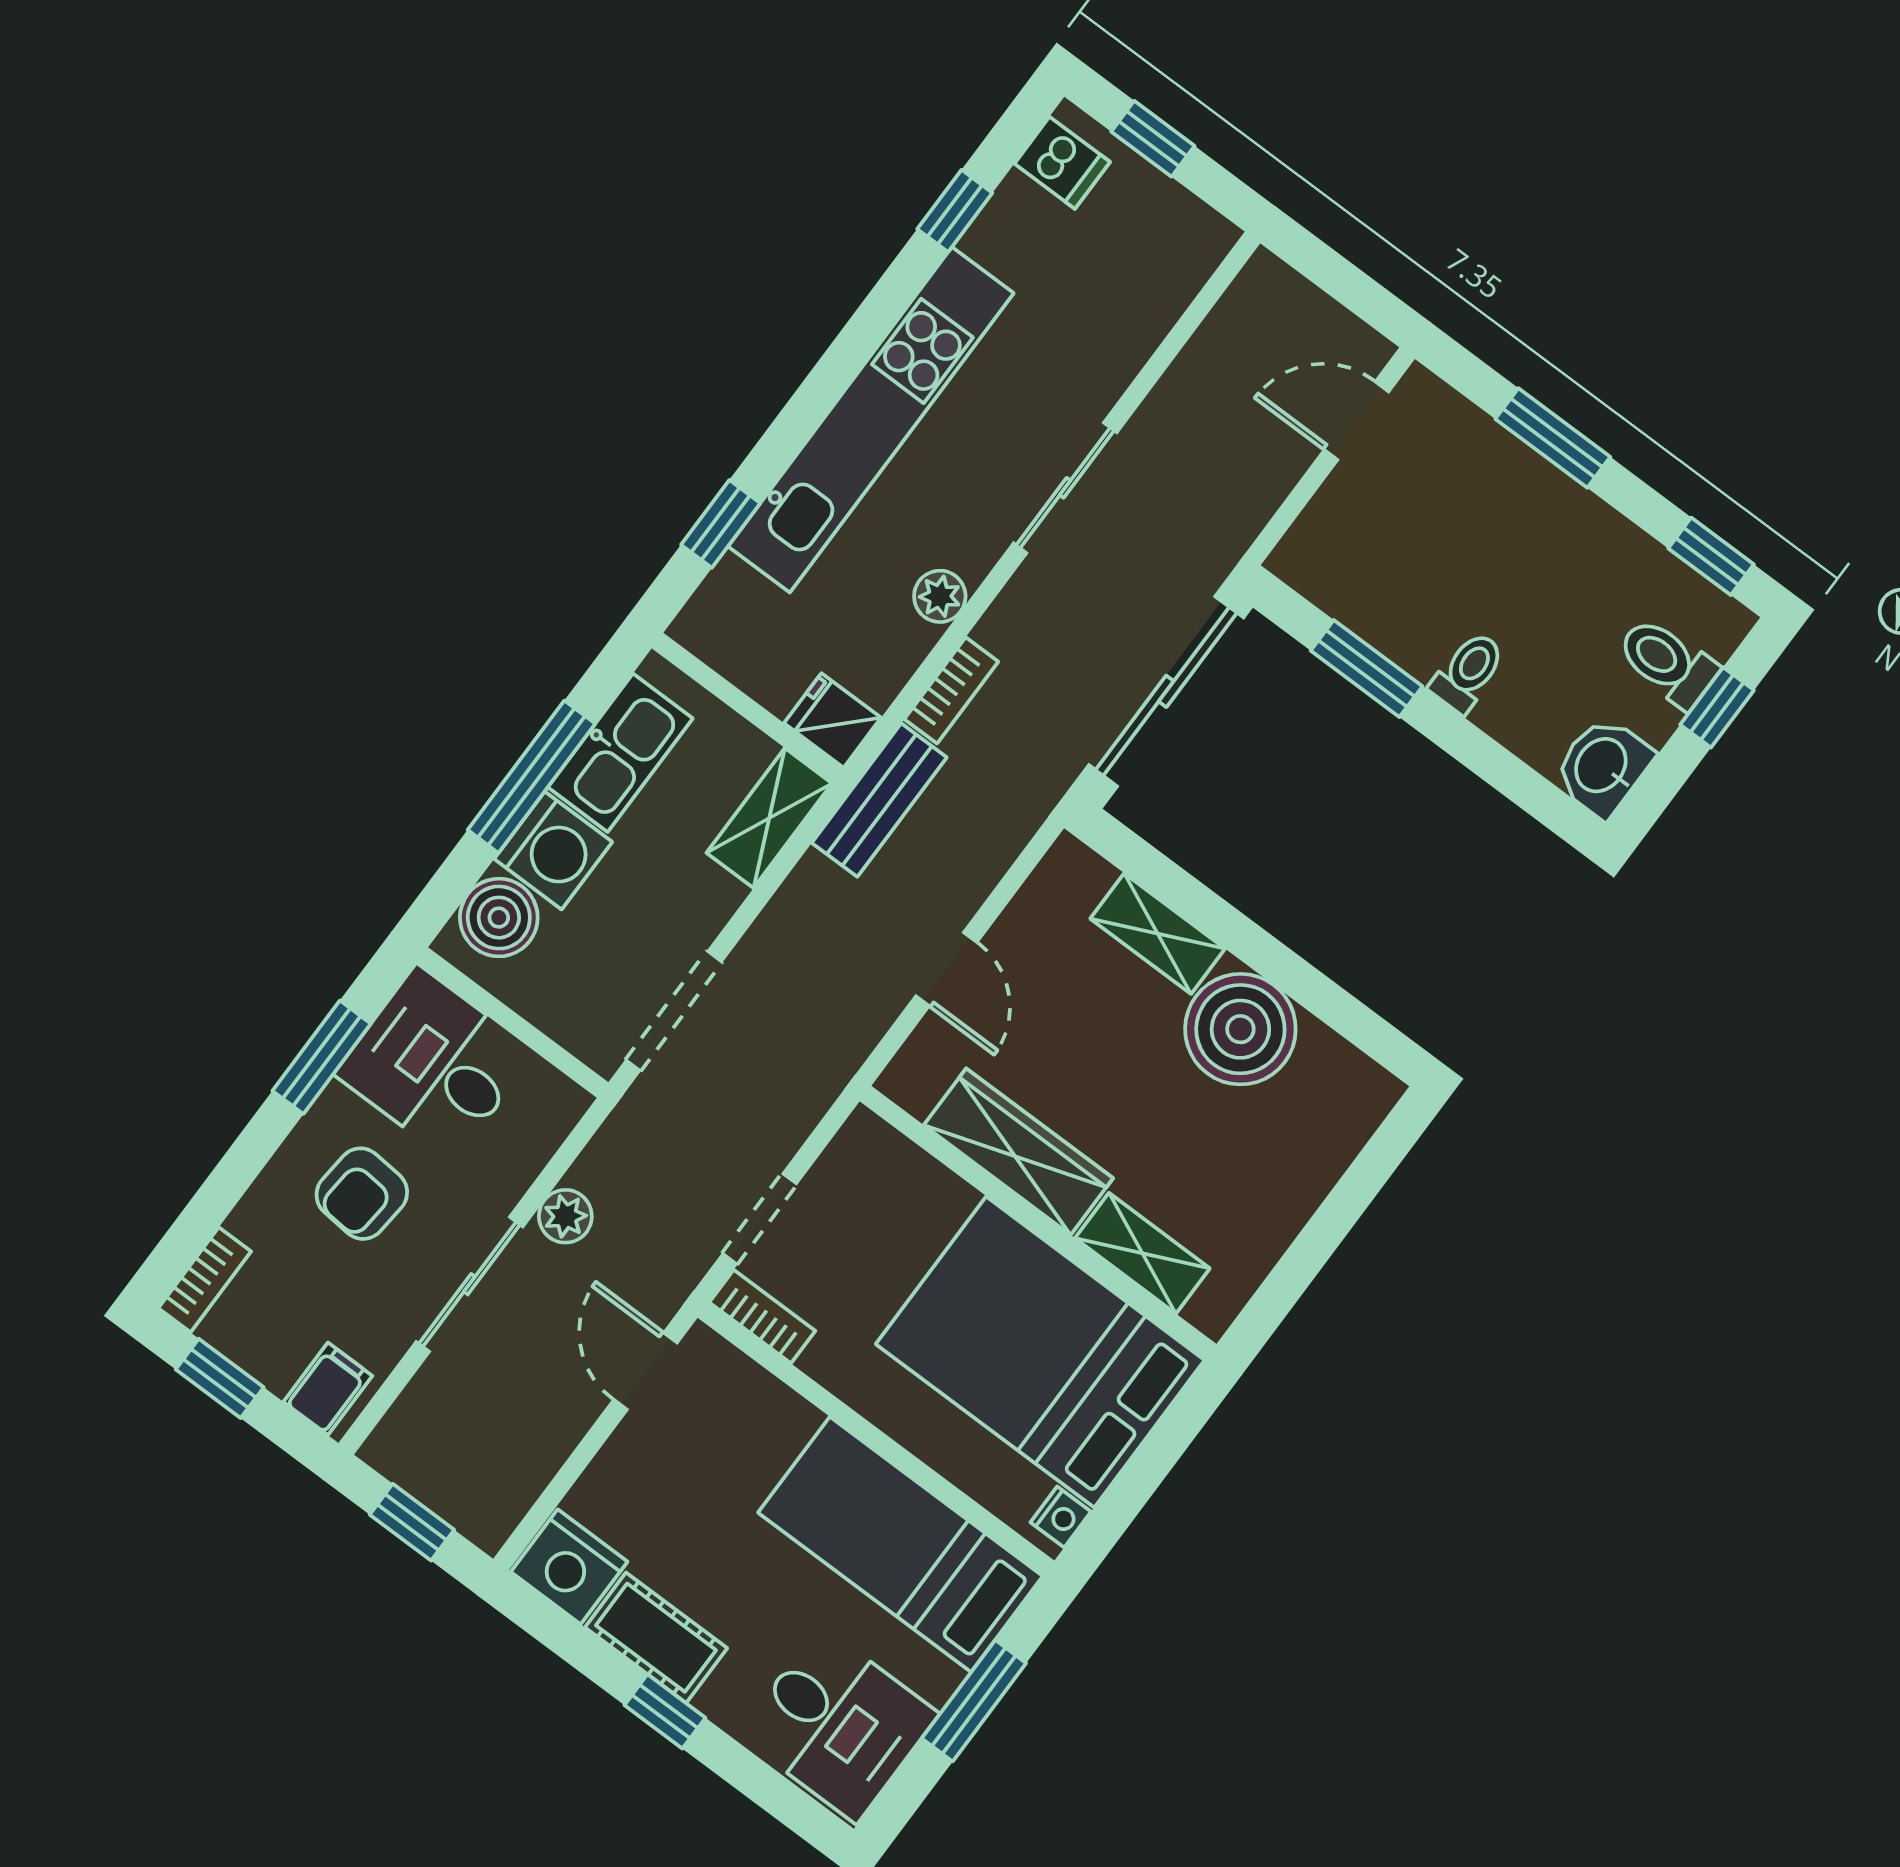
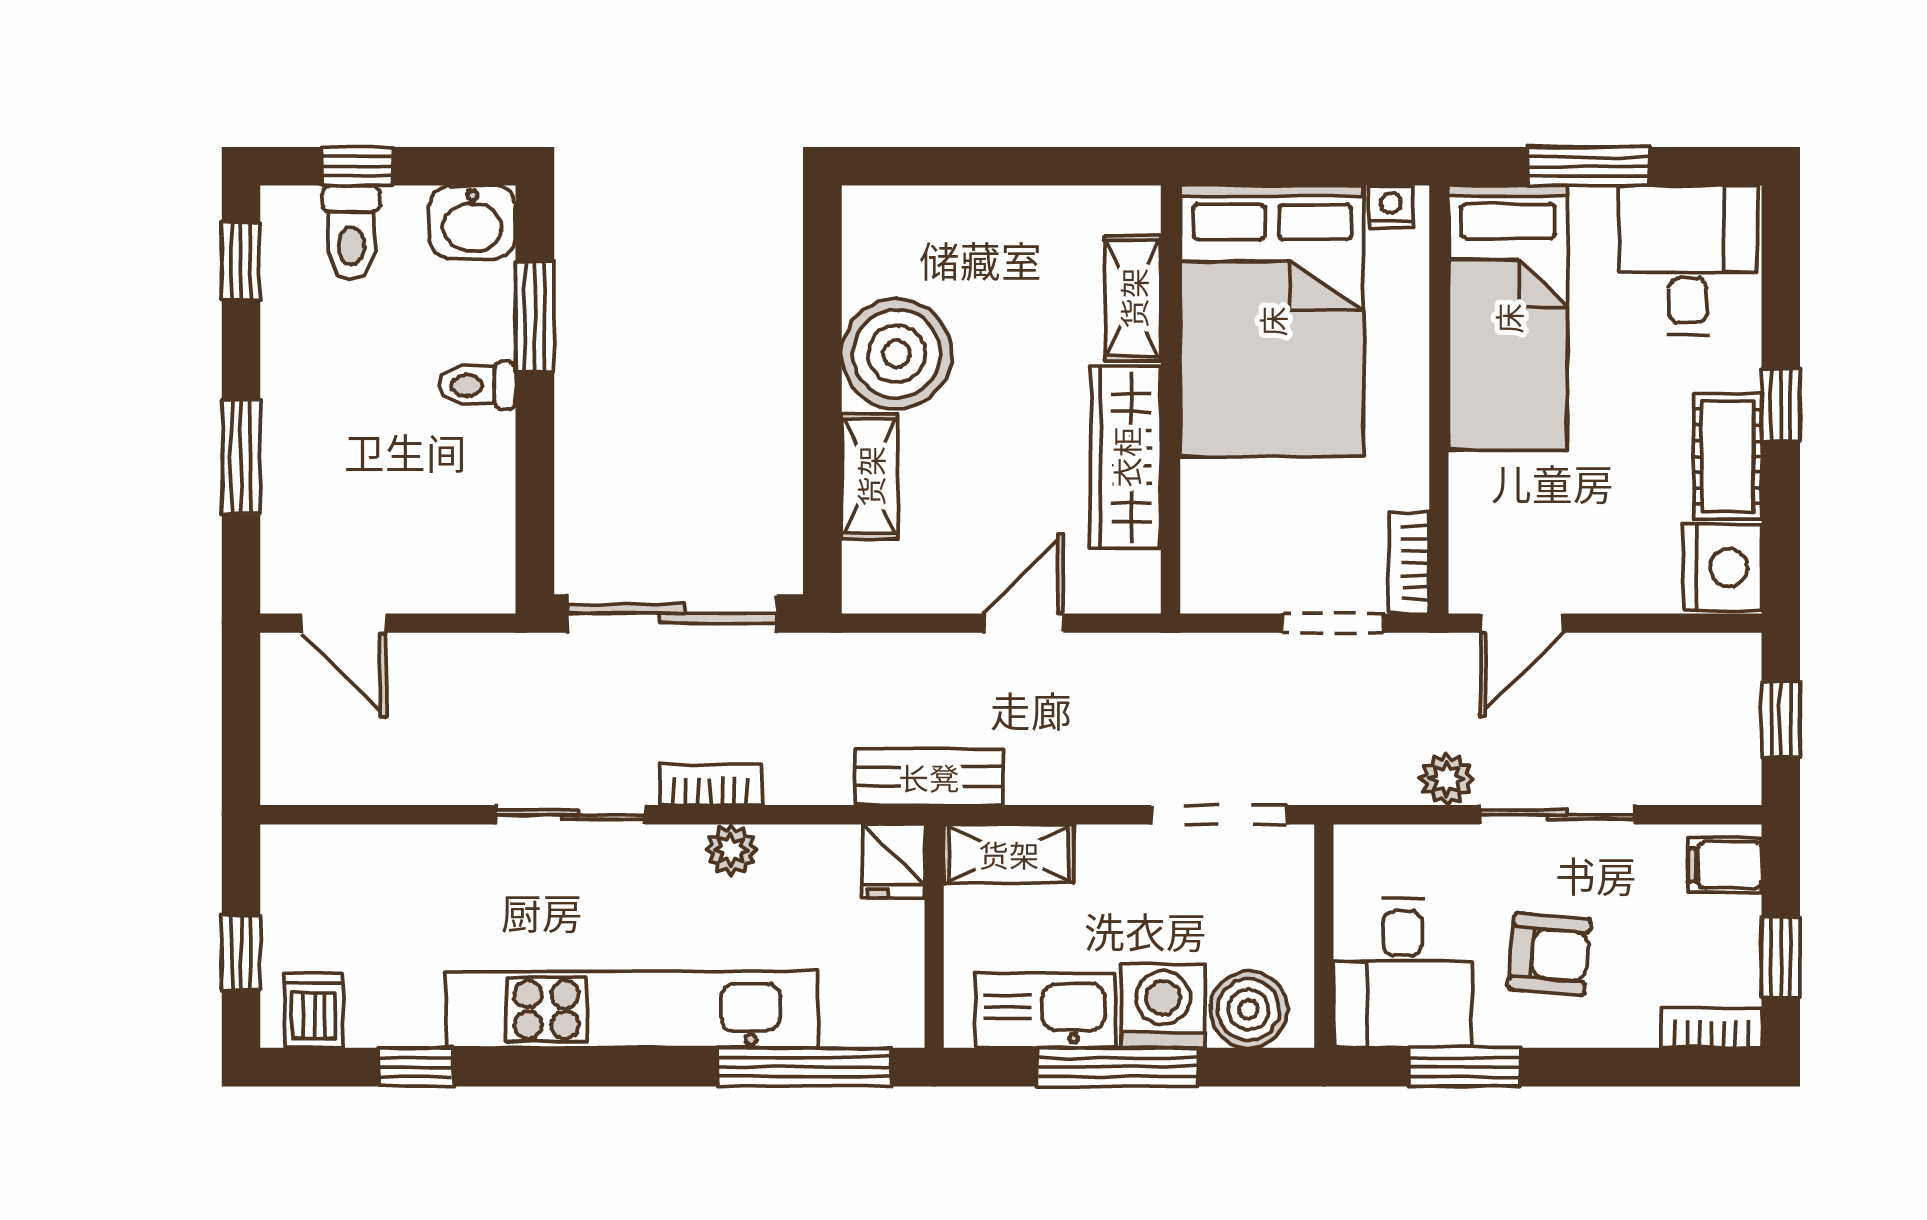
window: (721, 524) -> (804, 1067), width x2.17
window: (1367, 669) -> (535, 317), moved
bookcase: (951, 690) -> (710, 785), moved

